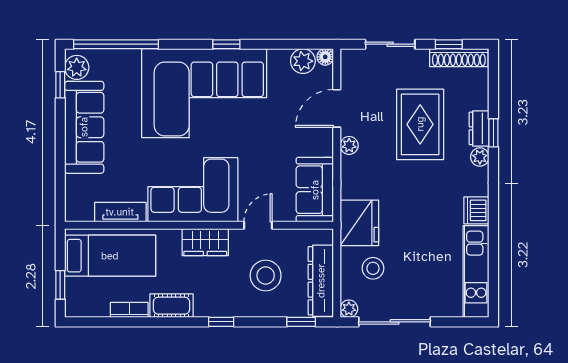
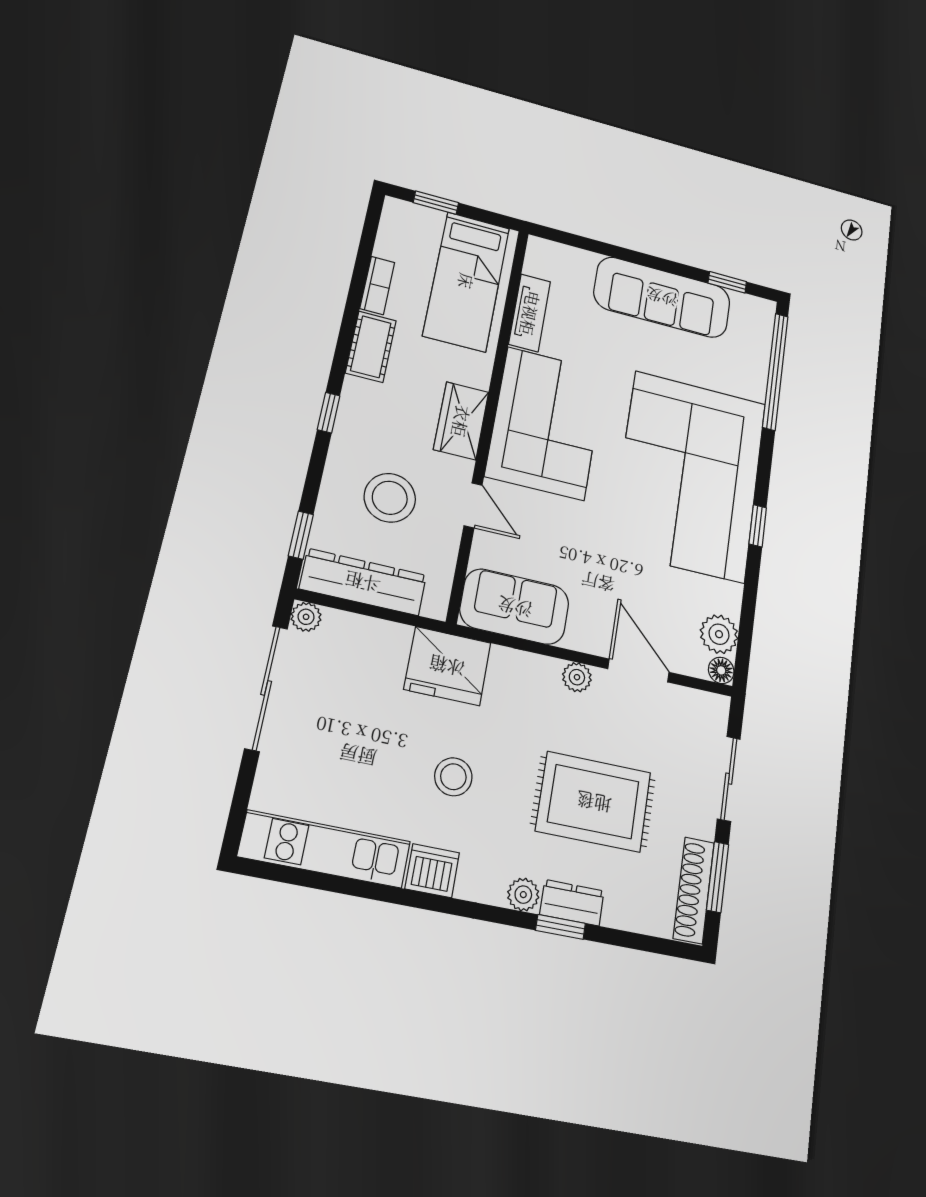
window: (449, 44) -> (718, 877), width x1.50
plant: (77, 67) -> (749, 310), removed
stool: (373, 268) -> (453, 777), moved

